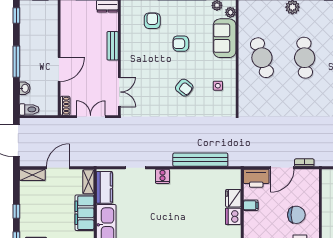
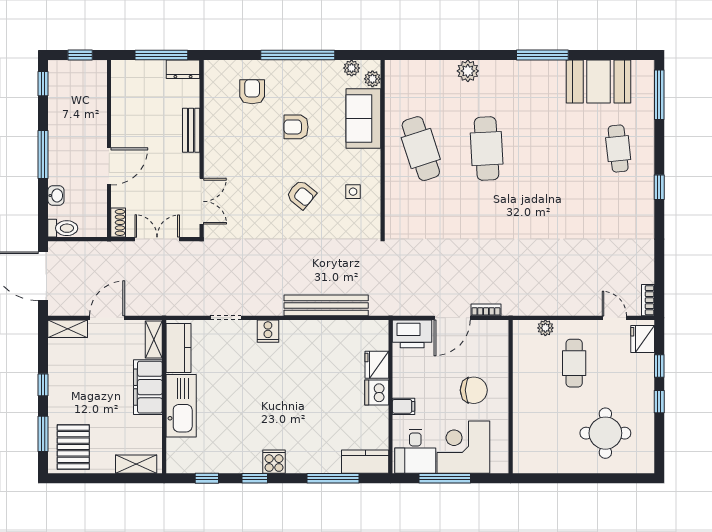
filing cabinet: (251, 205) -> (404, 406), moved

